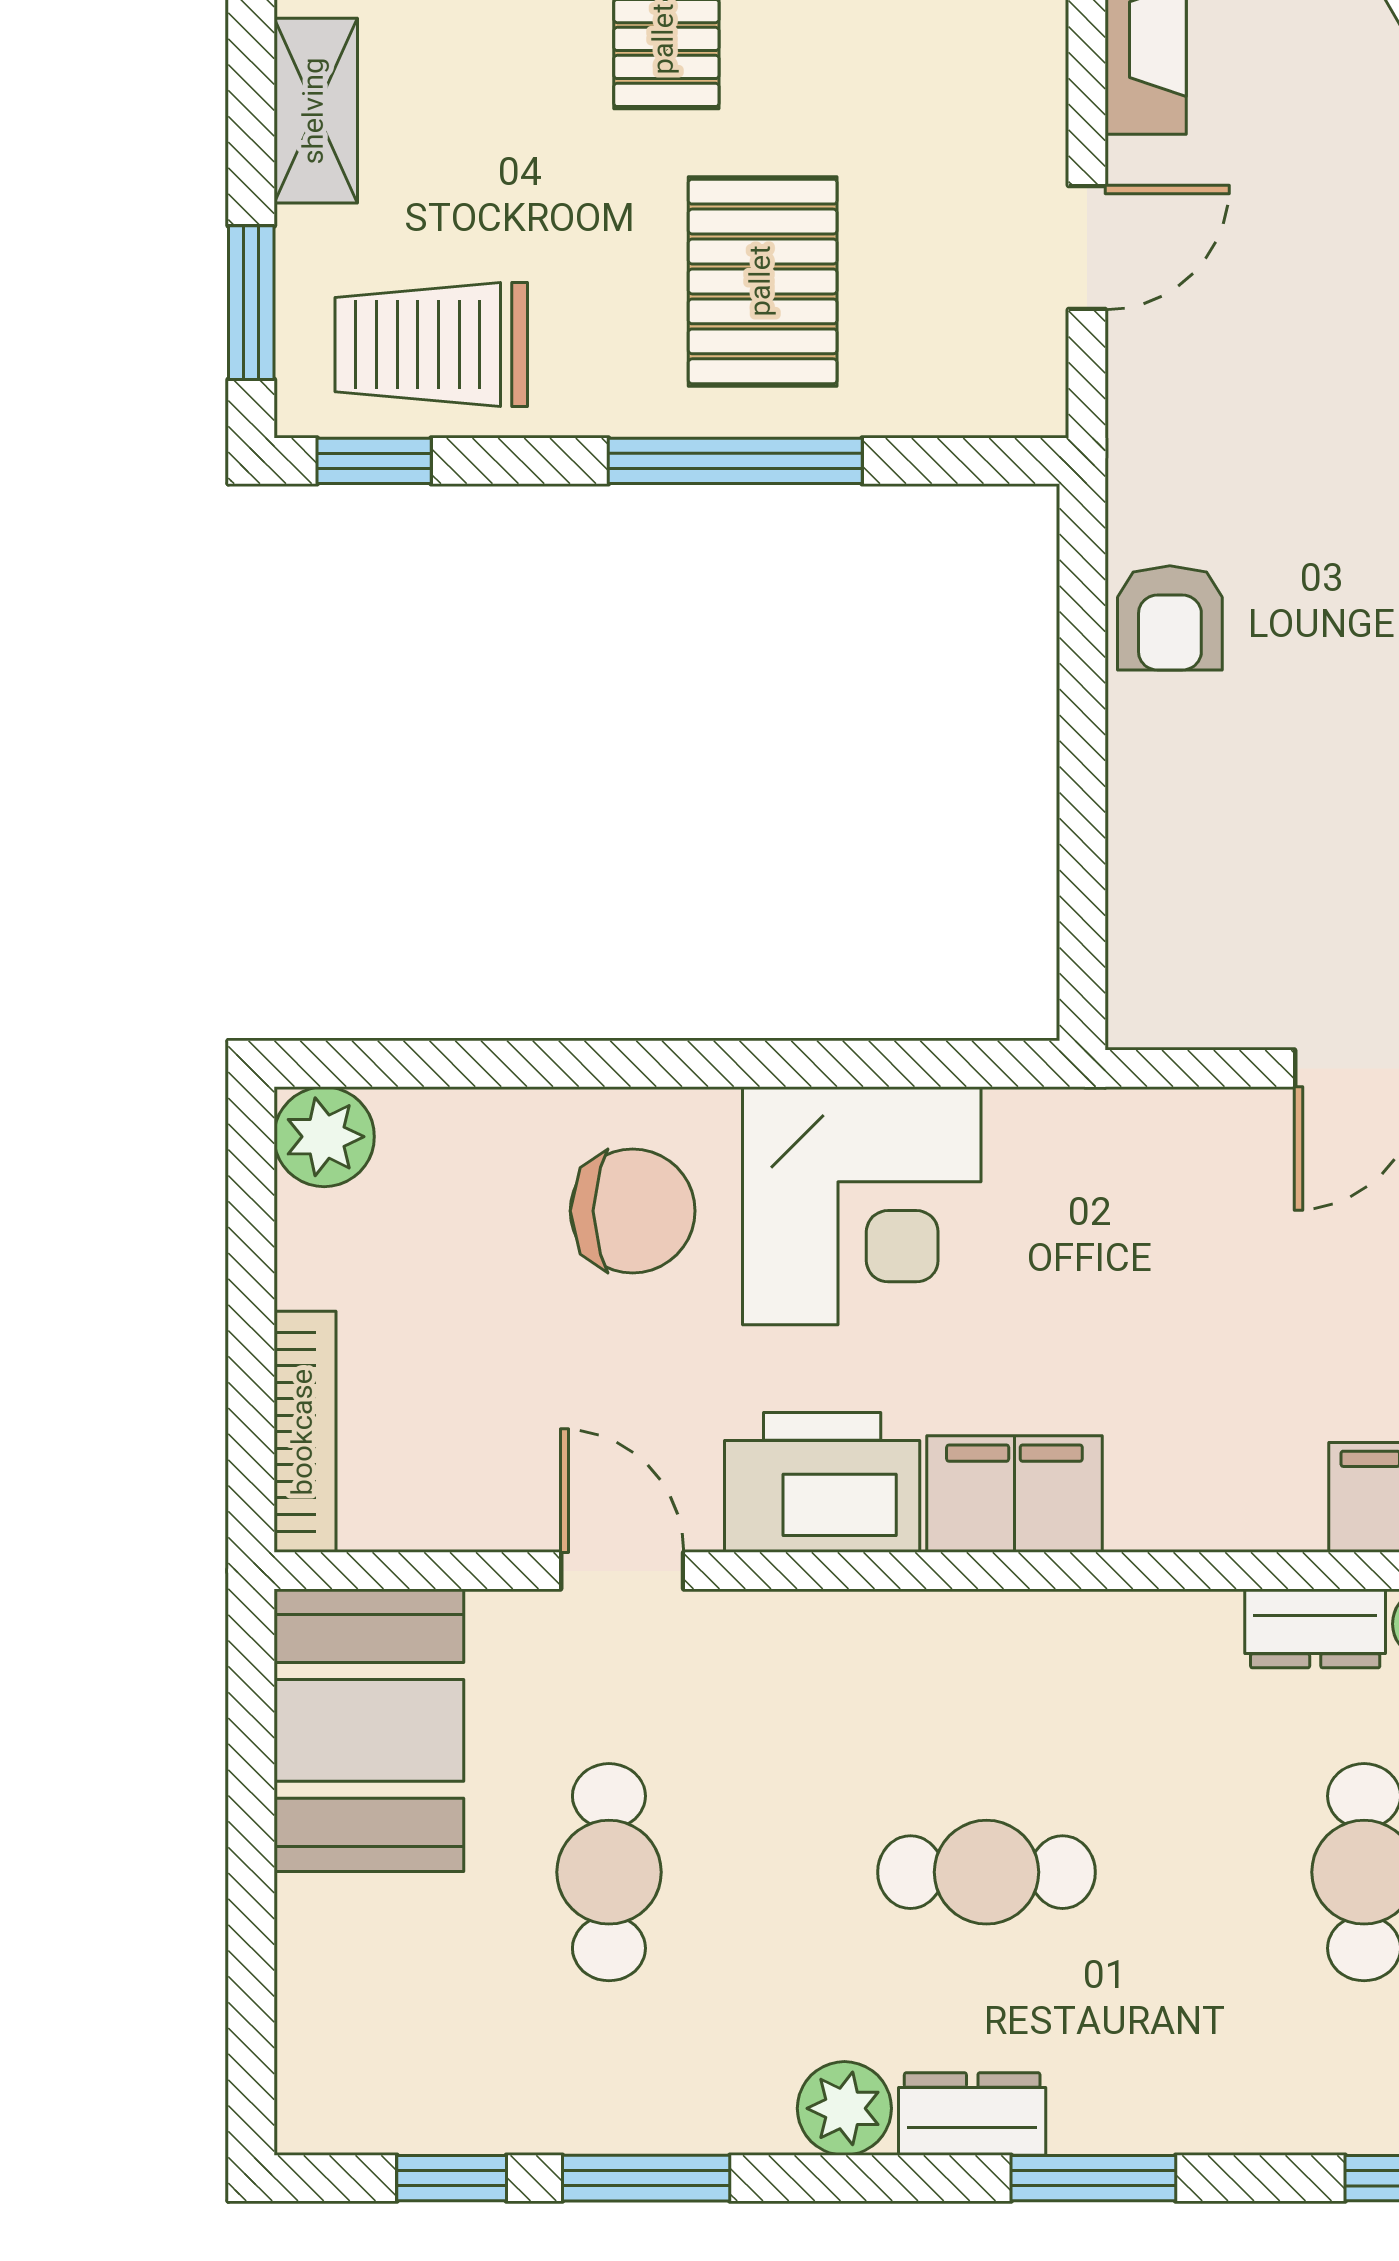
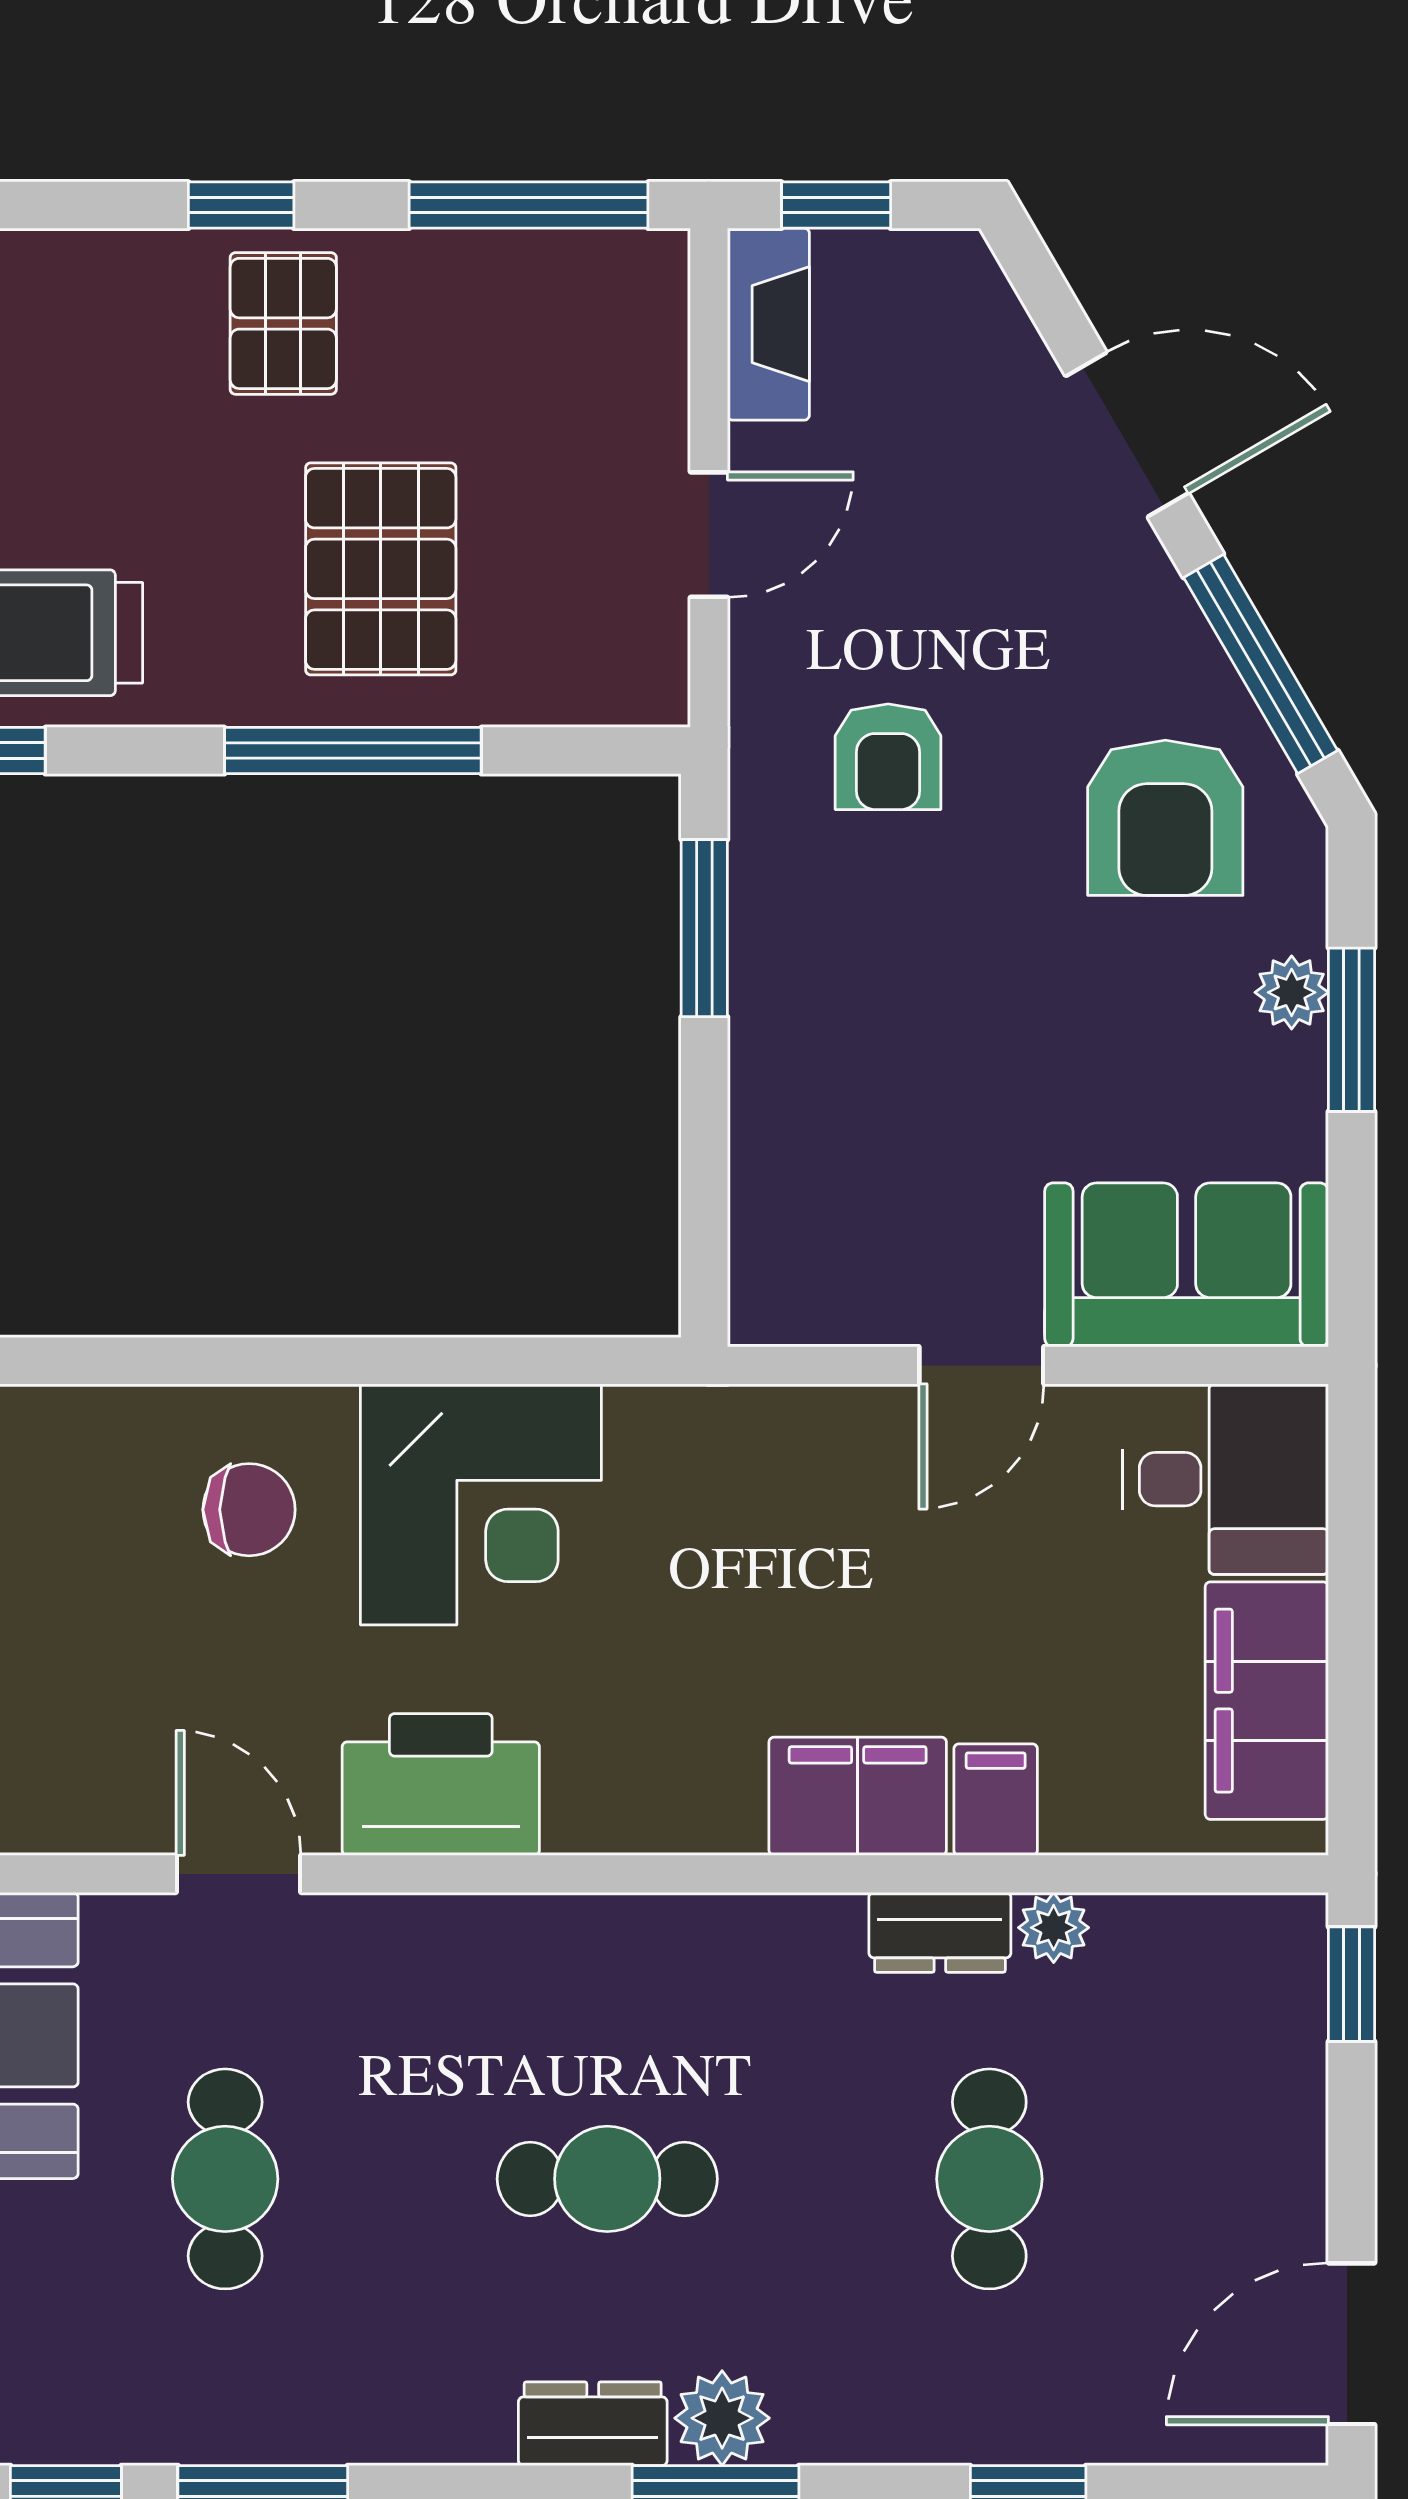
armchair: (1170, 618) -> (888, 757), moved
window: (1082, 636) -> (704, 928), added
chair: (633, 1211) -> (249, 1510), width x0.73, depth x0.73
filing cabinet: (1014, 1494) -> (858, 1796), moved
plant: (844, 2108) -> (722, 2418), moved

